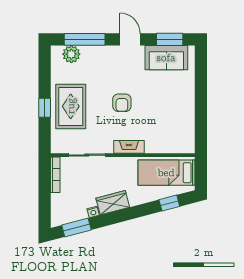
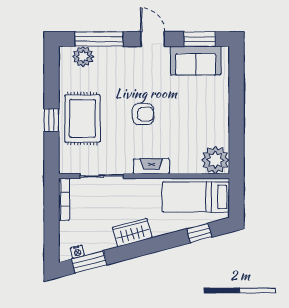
armchair: (122, 103) -> (143, 114), turned -90
plant: (183, 141) -> (215, 160), added
nightstand: (93, 212) -> (77, 252), moved

